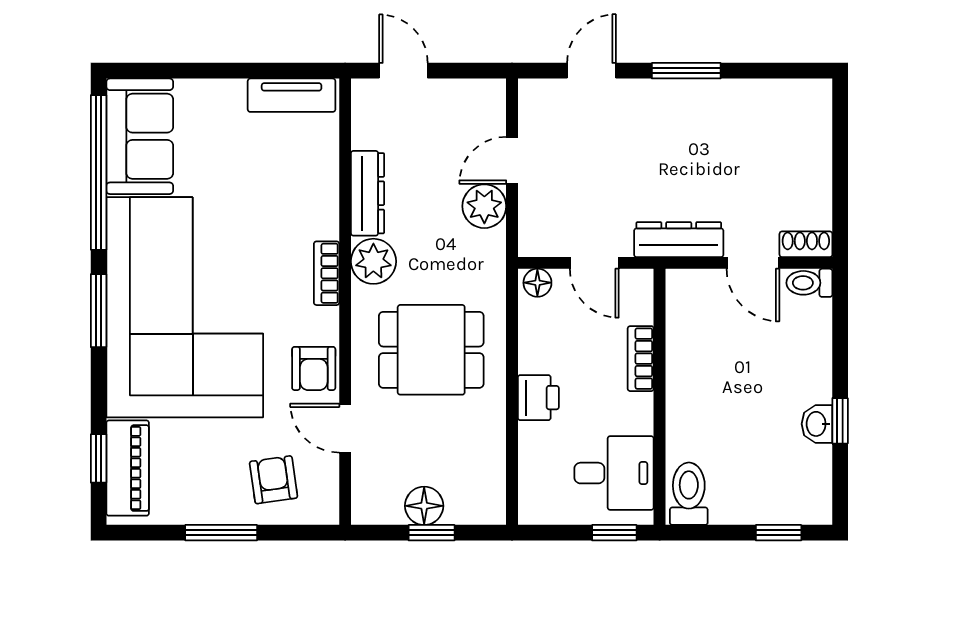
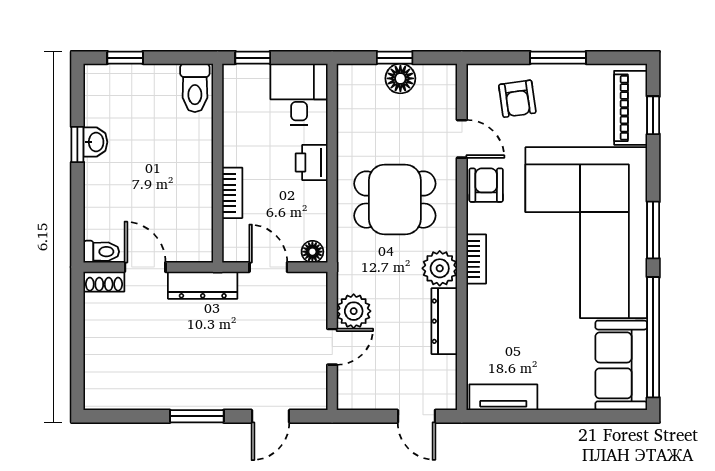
desk: (614, 473) -> (299, 94), moved, turned 90

